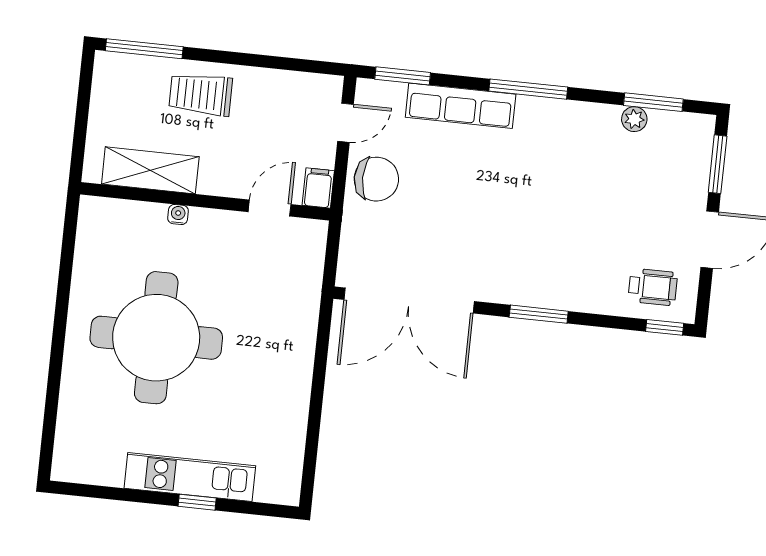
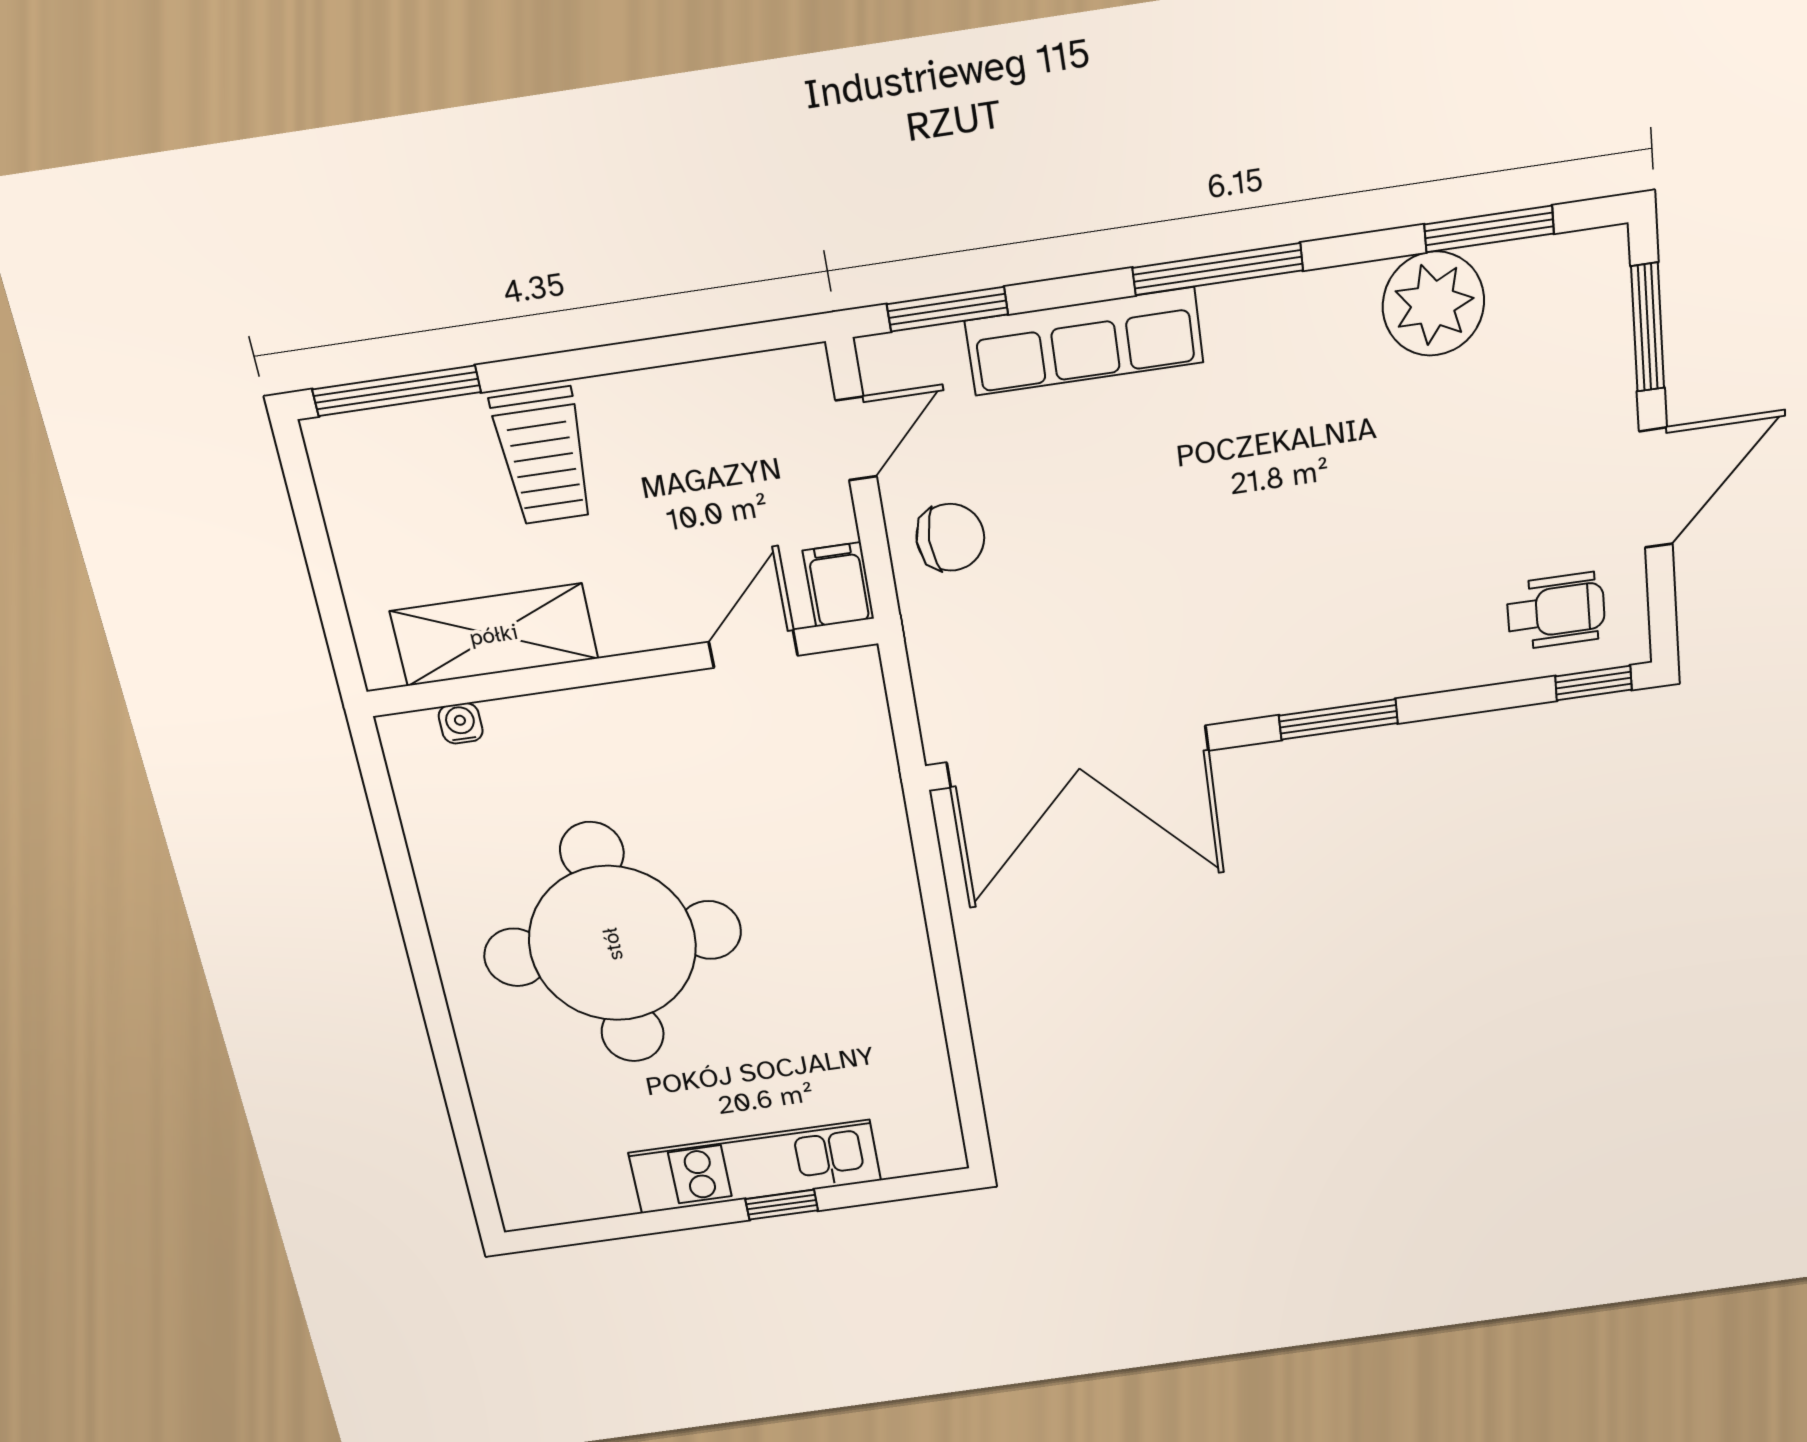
trolley: (201, 94) -> (543, 456), turned -90
plant: (634, 119) -> (1433, 304), width x1.87, depth x1.87
chair: (376, 179) -> (950, 537), width x0.73, depth x0.73
water cooler: (178, 215) -> (461, 723), moved

